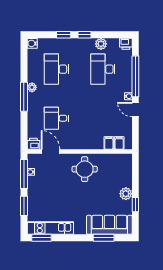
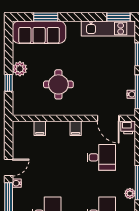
door: (135, 110) -> (9, 167), hinge flipped
filing cabinet: (119, 143) -> (76, 128), moved
round table: (85, 169) -> (58, 84), moved
window: (135, 205) -> (9, 83), moved

